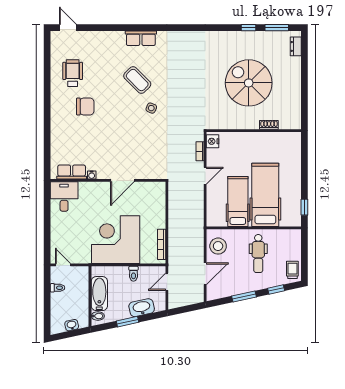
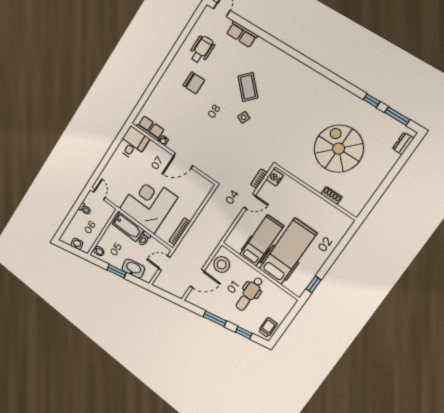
row of seats: (141, 38) -> (242, 34), moved
bathtub: (99, 294) -> (128, 227), moved, turned 90

